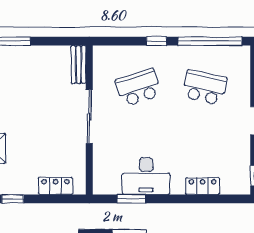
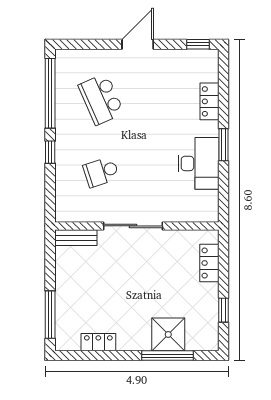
school desk: (138, 87) -> (101, 172), width x0.54
school desk: (205, 87) -> (101, 99), turned -36
window: (132, 199) -> (224, 145), moved

